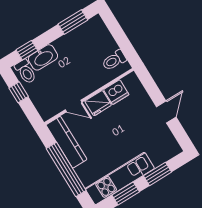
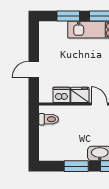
window: (73, 22) -> (76, 166), moved
door: (166, 112) -> (34, 70), moved

